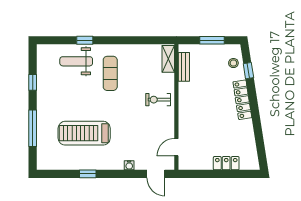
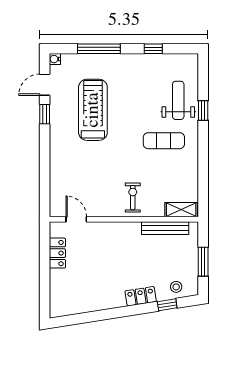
bench: (184, 67) -> (165, 228), width x1.36
locker: (242, 100) -> (141, 296), width x0.66
locker: (226, 163) -> (57, 253), moved
water cooler: (129, 165) -> (55, 59), moved
door: (156, 174) -> (45, 85), moved

